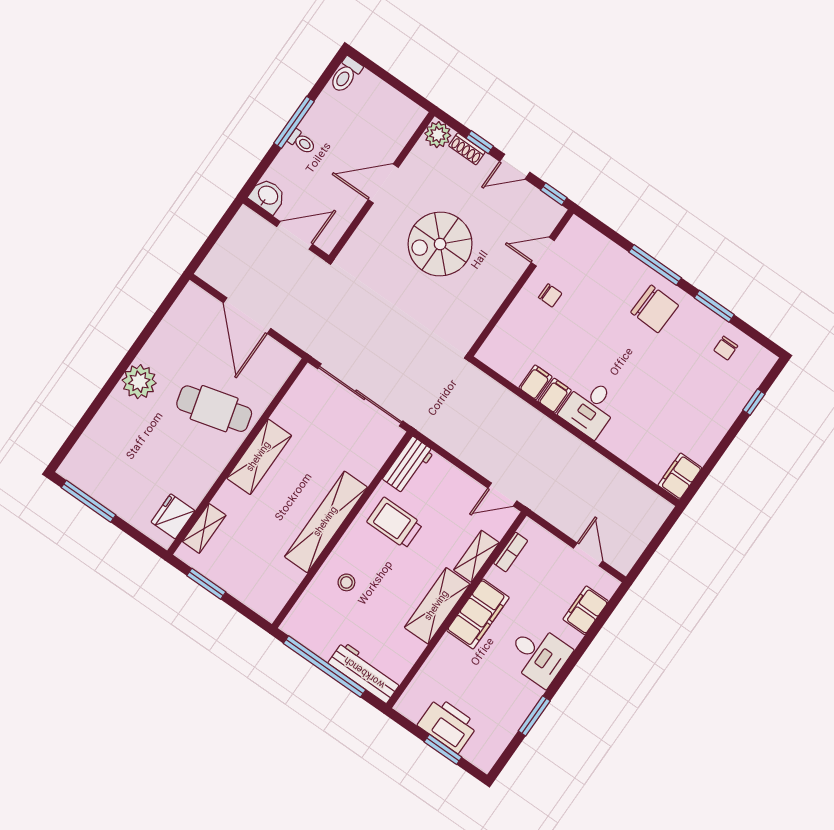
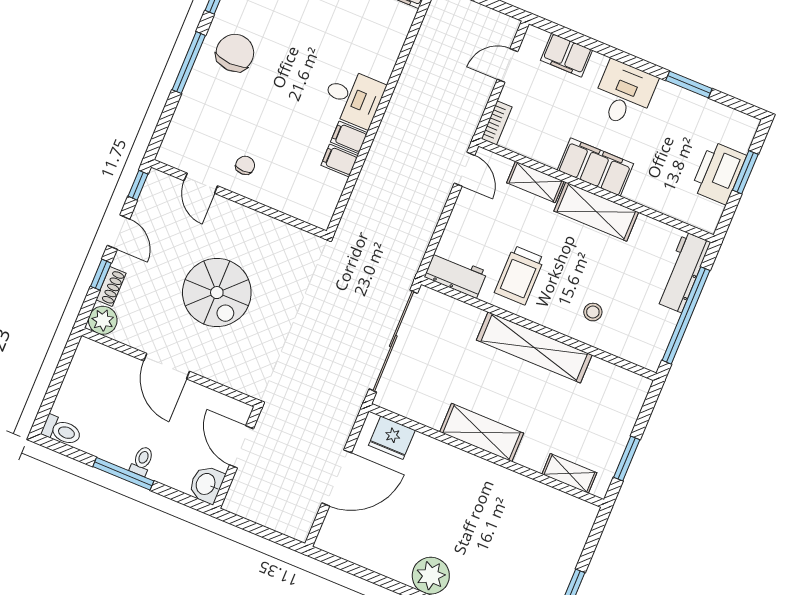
cafe table: (214, 409) -> (442, 491), removed
fridge: (173, 516) -> (392, 438), moved
bookcase: (511, 552) -> (497, 123), moved, turned 90

